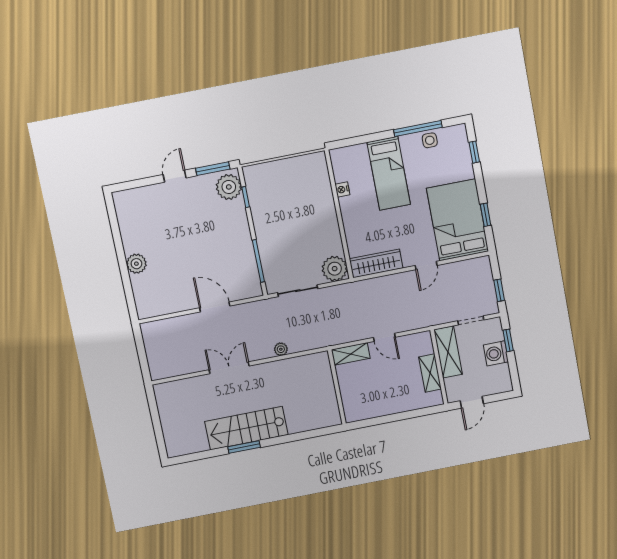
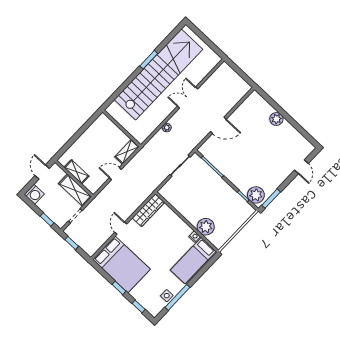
bed: (389, 173) -> (193, 261), moved, turned -90
door: (175, 176) -> (301, 167), moved
window: (486, 215) -> (119, 288), moved
plant: (335, 269) -> (206, 227), moved
washing machine: (496, 353) -> (34, 194), moved, turned 90
double door: (229, 368) -> (187, 98), swing flipped
stairs: (246, 428) -> (158, 75), width x1.86, depth x1.51

